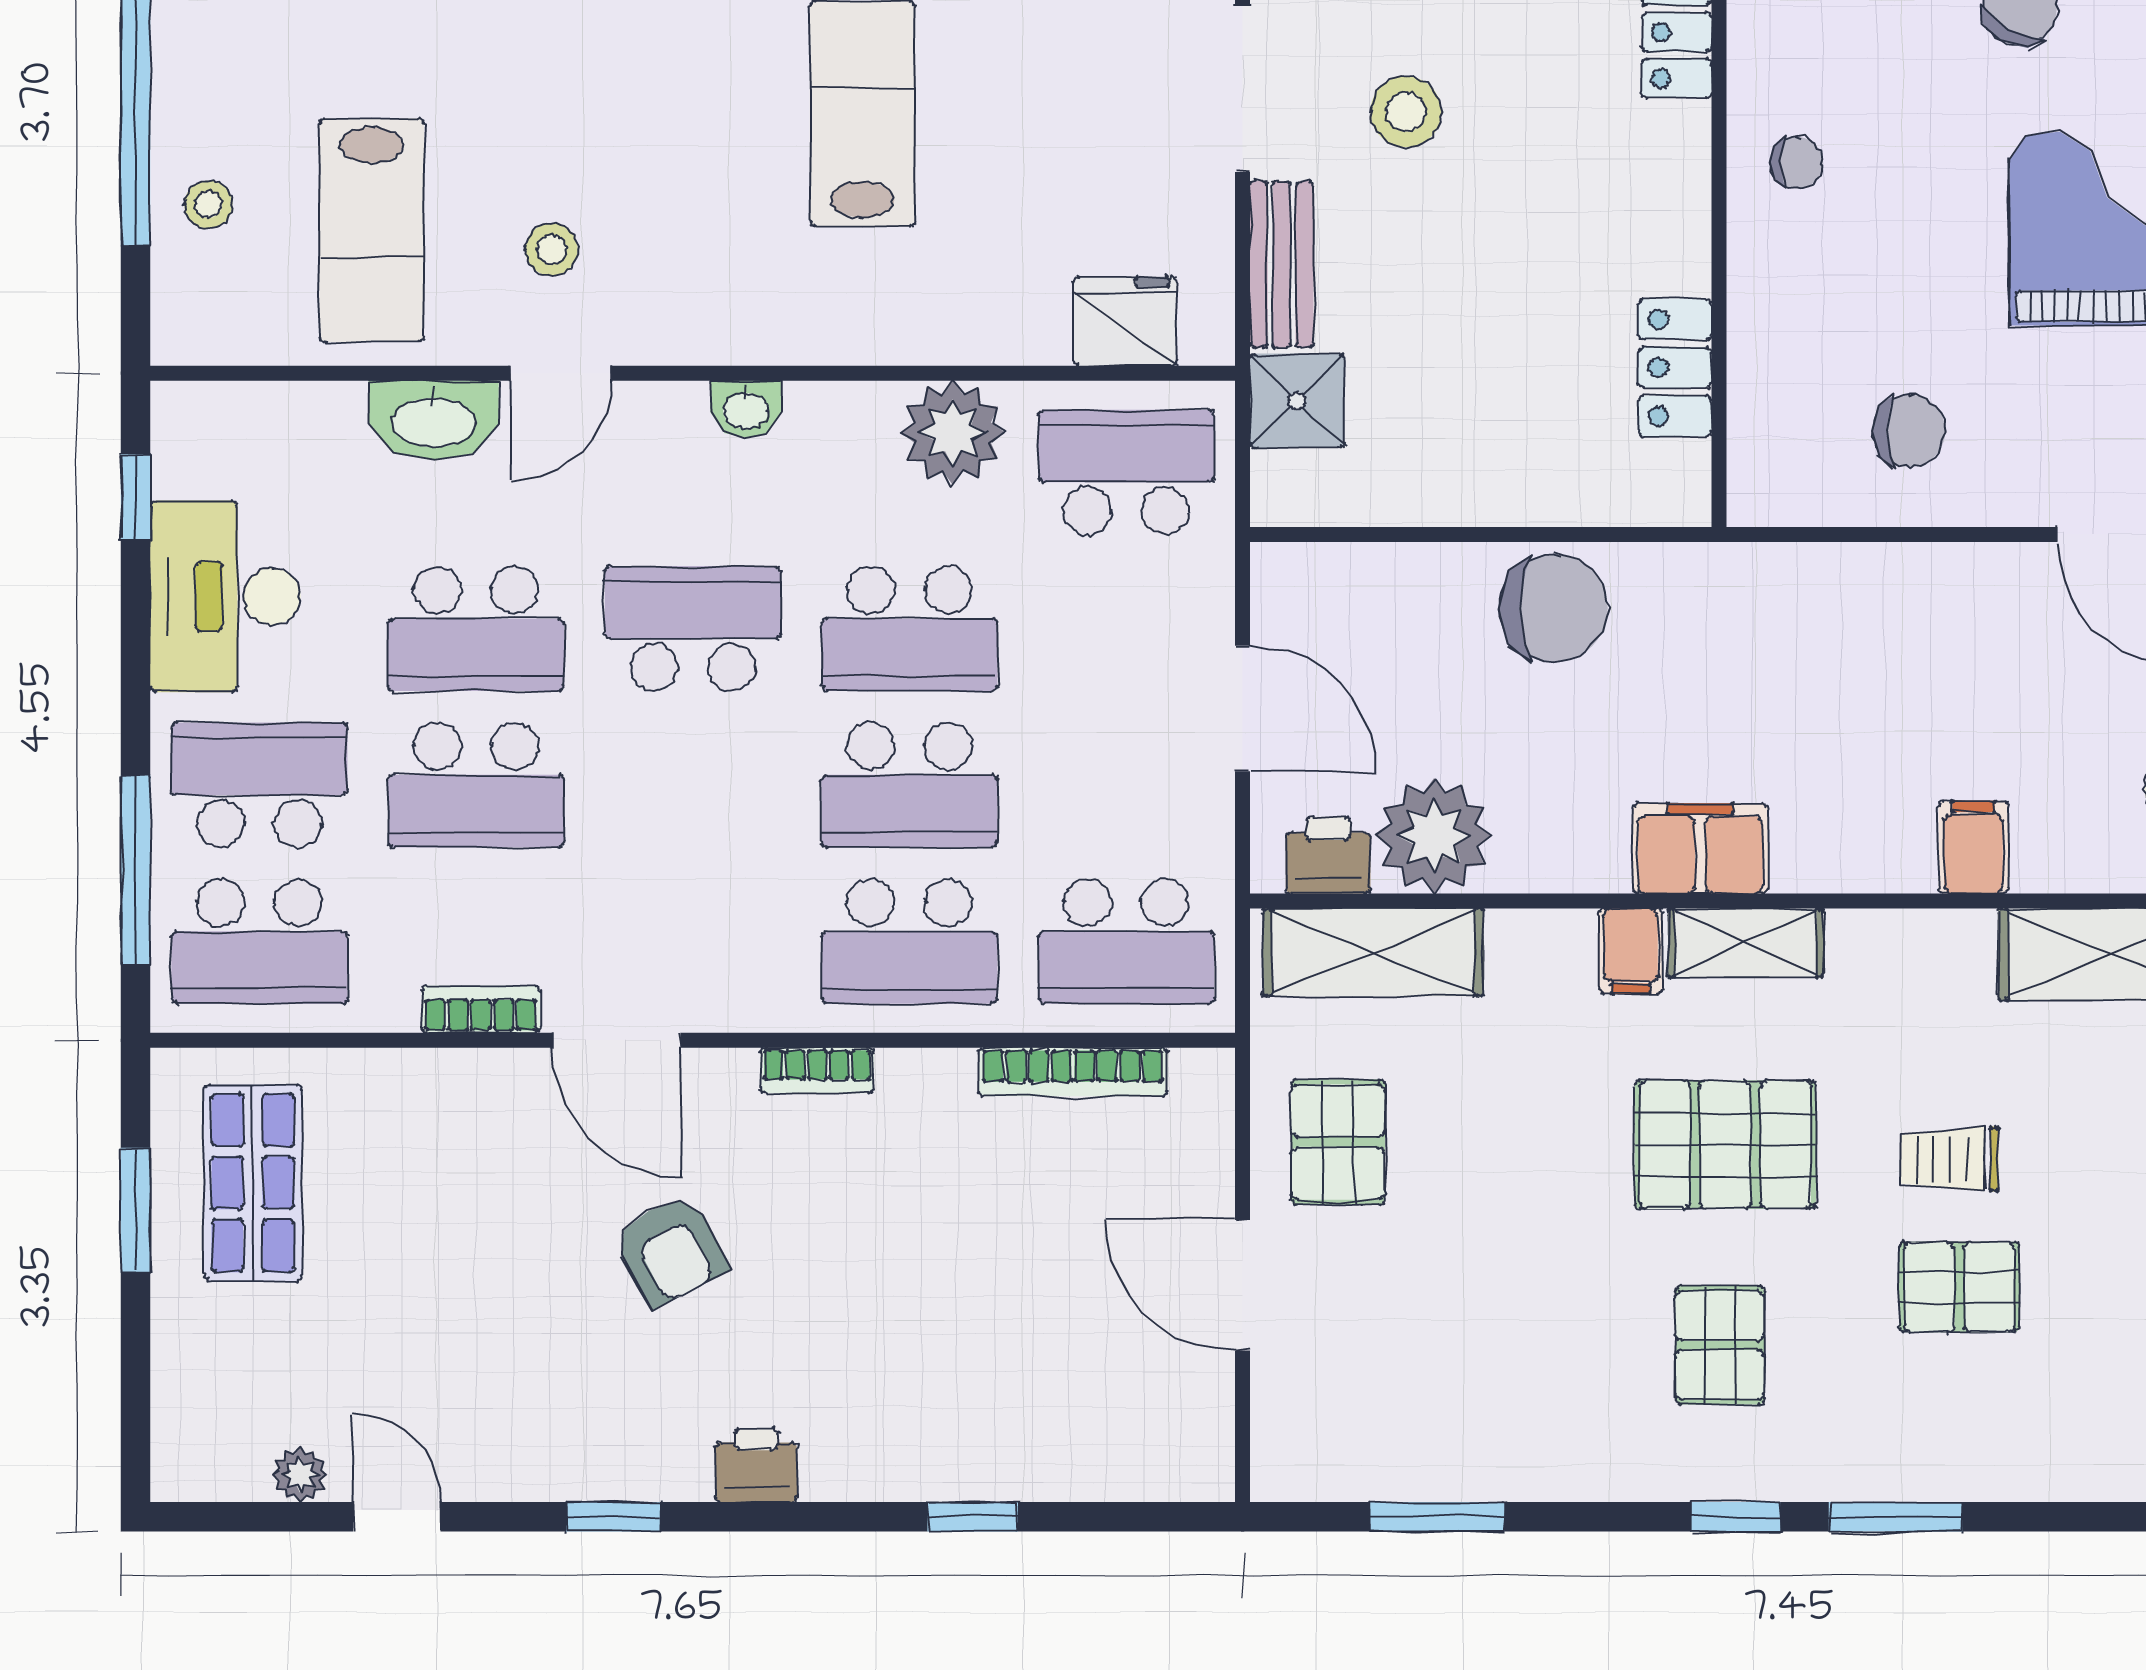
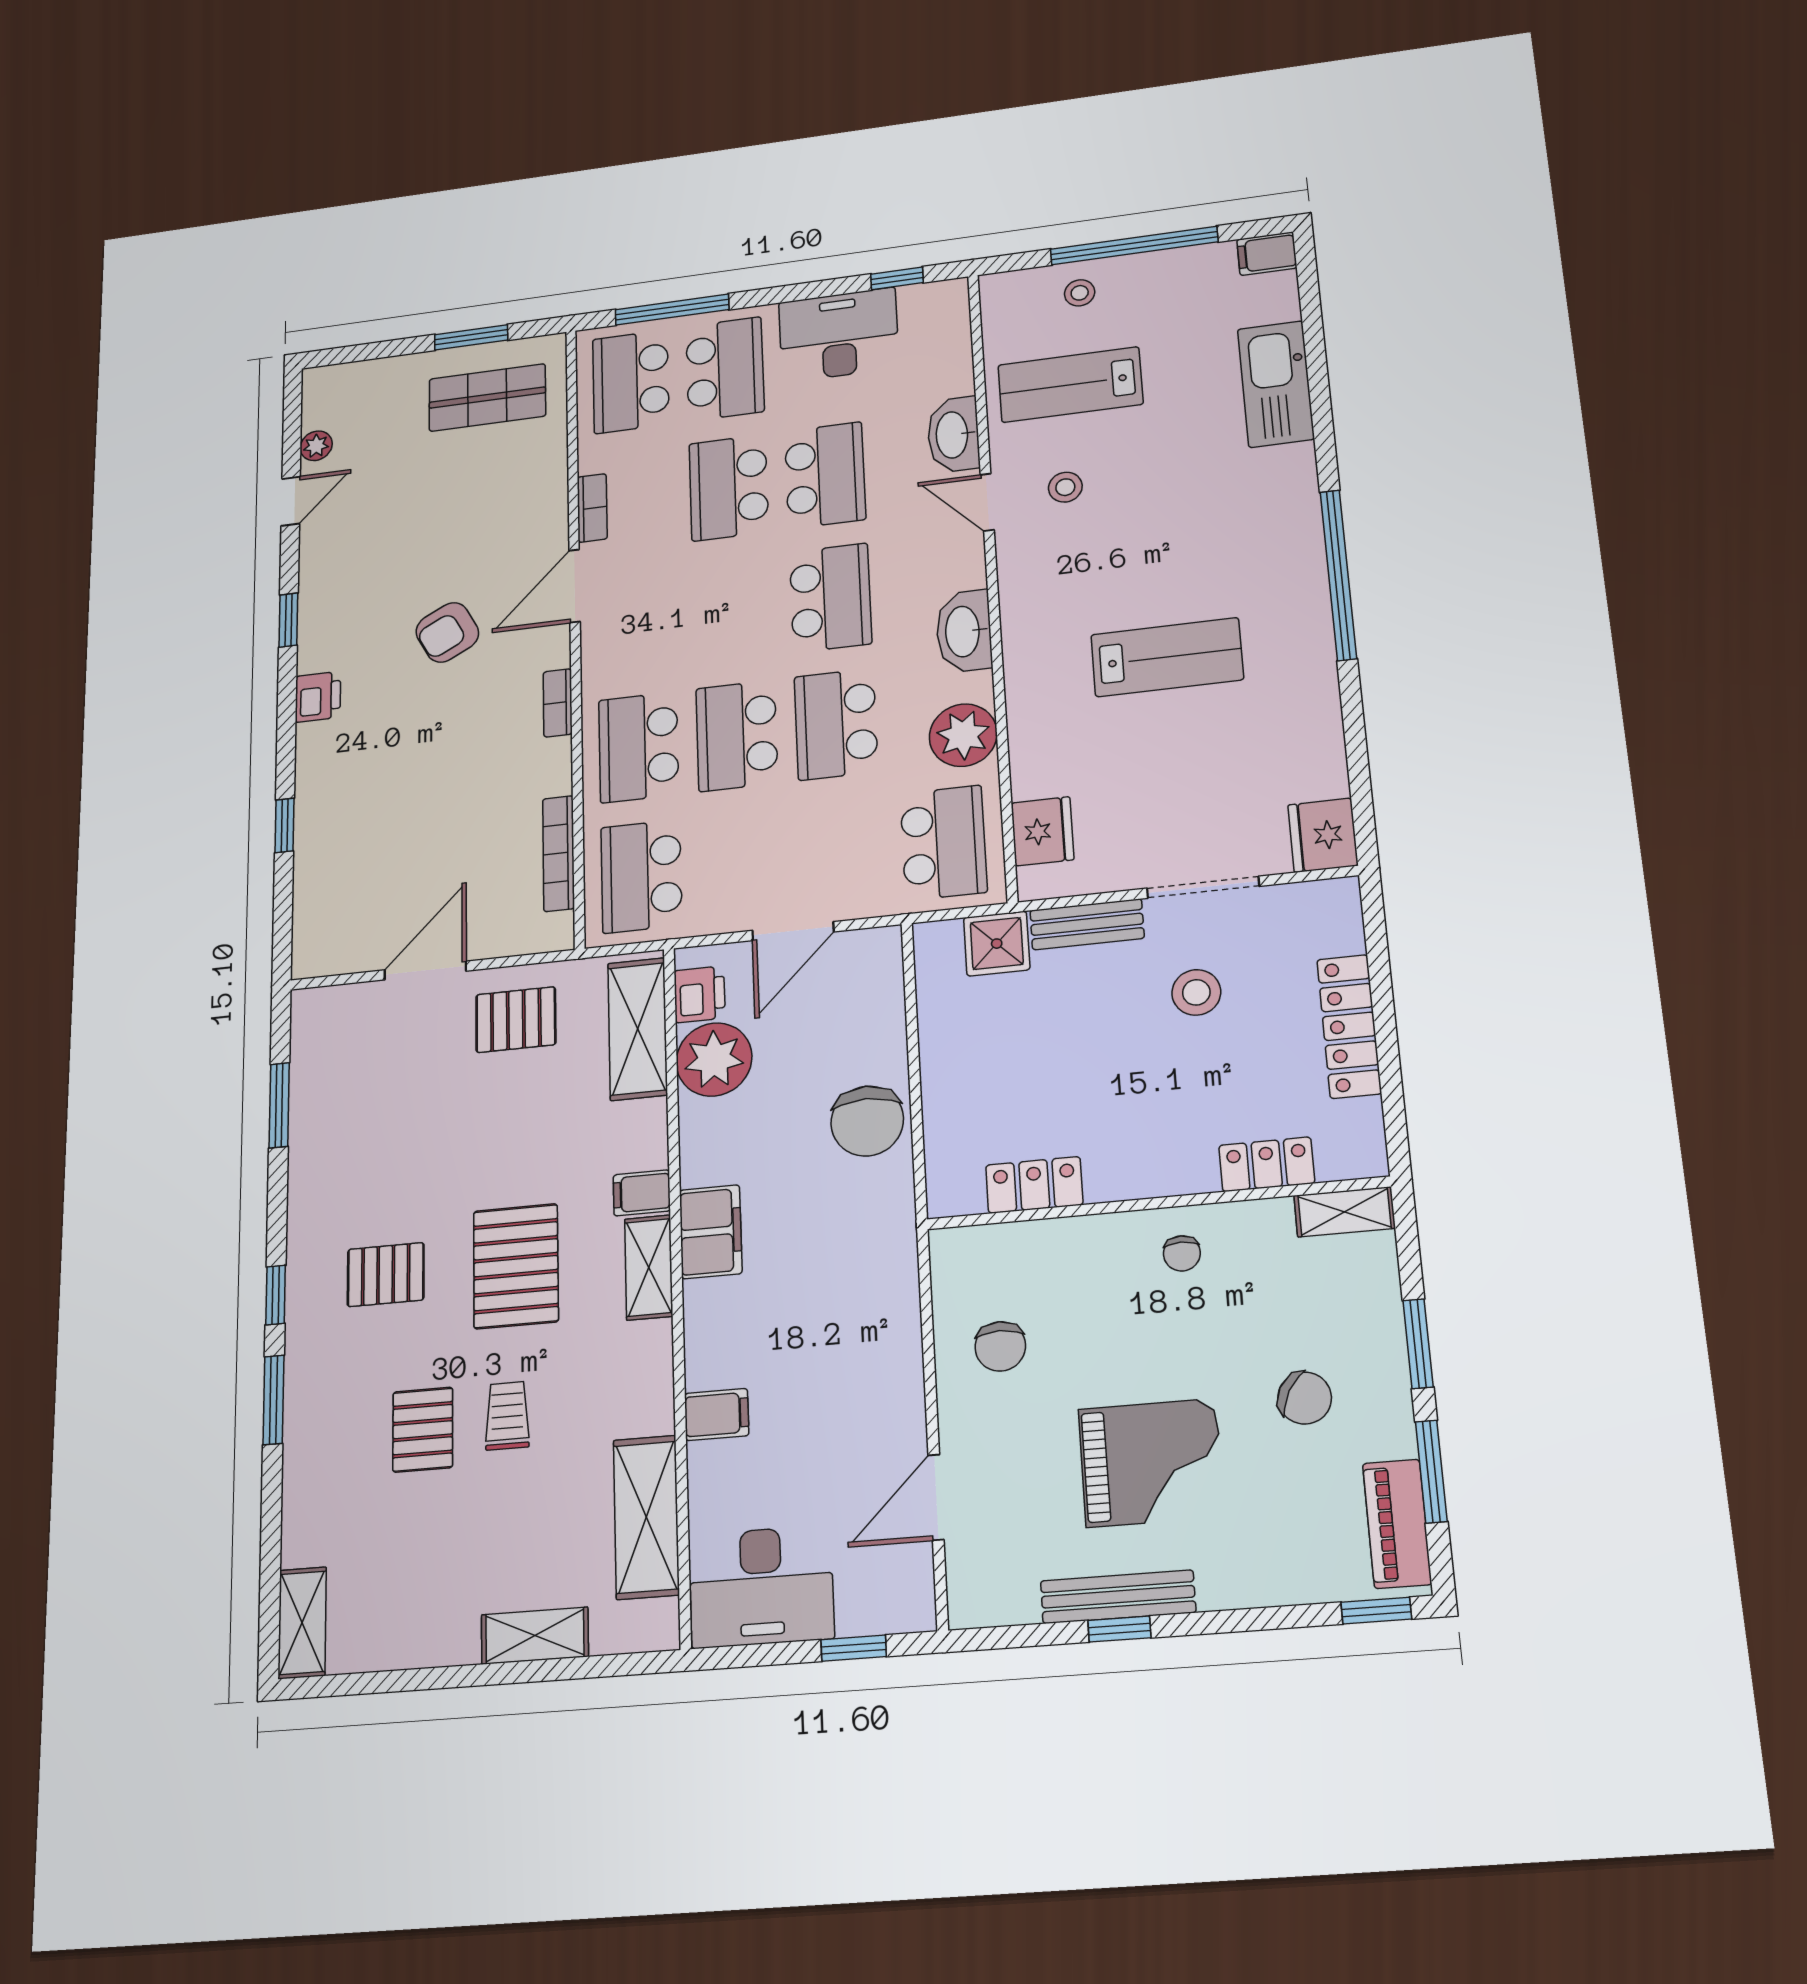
washbasin: (746, 409) -> (964, 631), width x1.91, depth x1.45
school desk: (476, 629) -> (825, 475), turned 180

